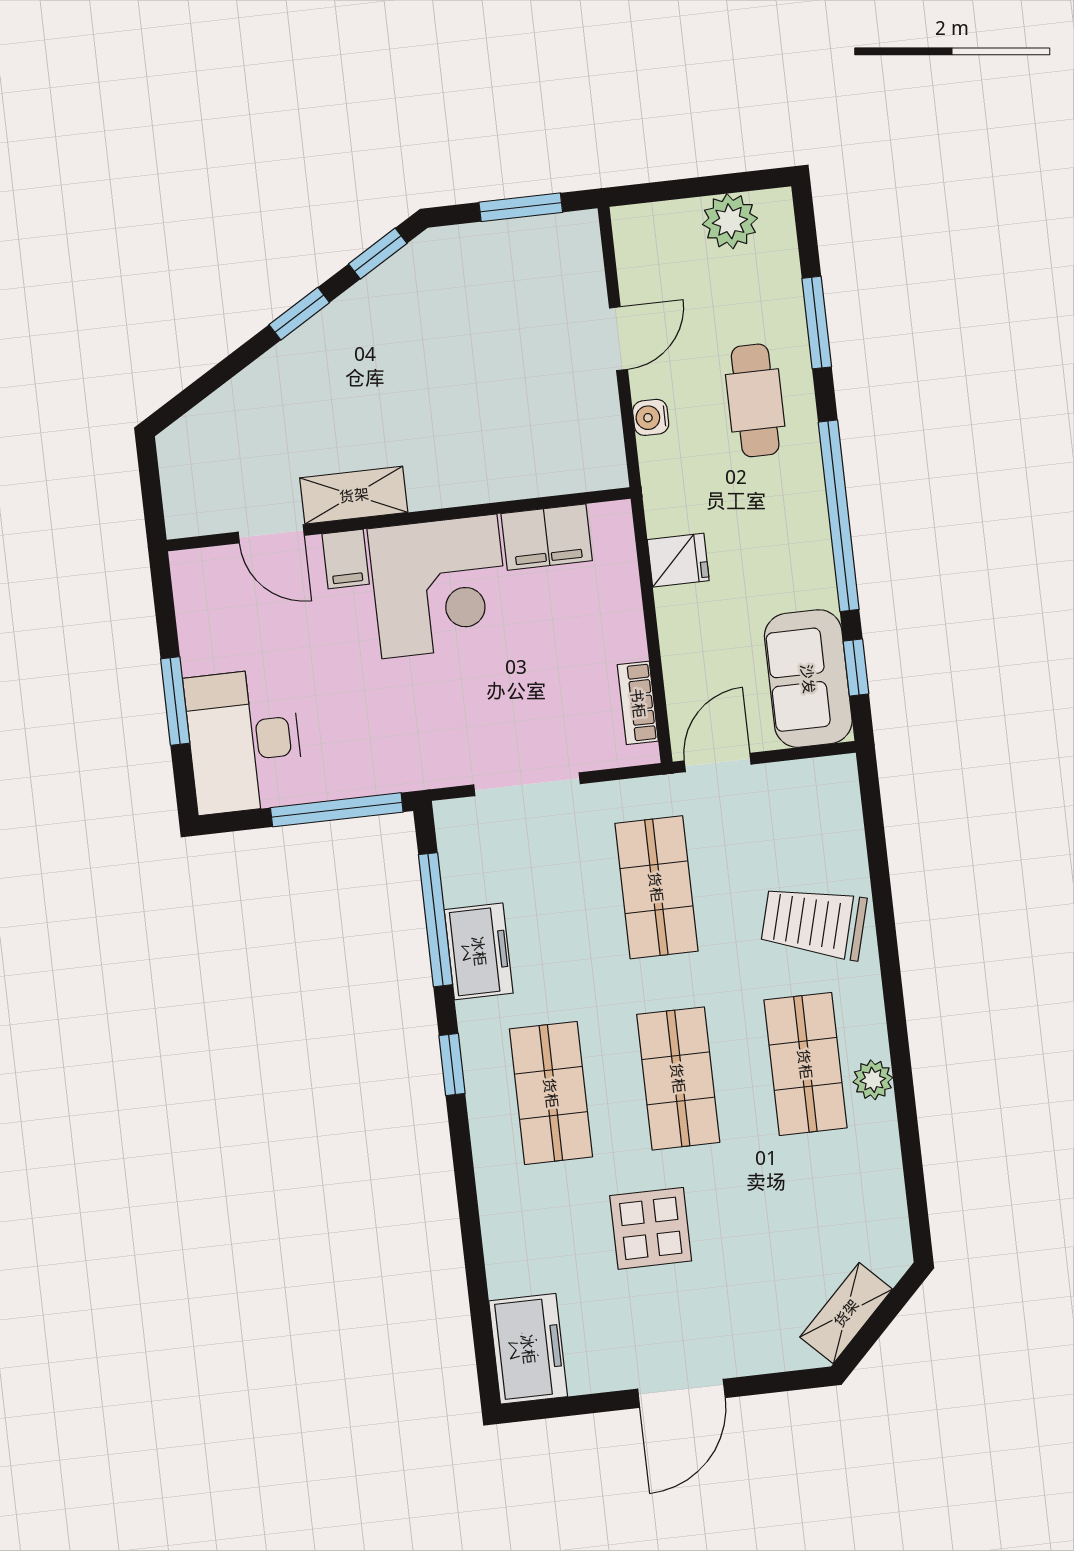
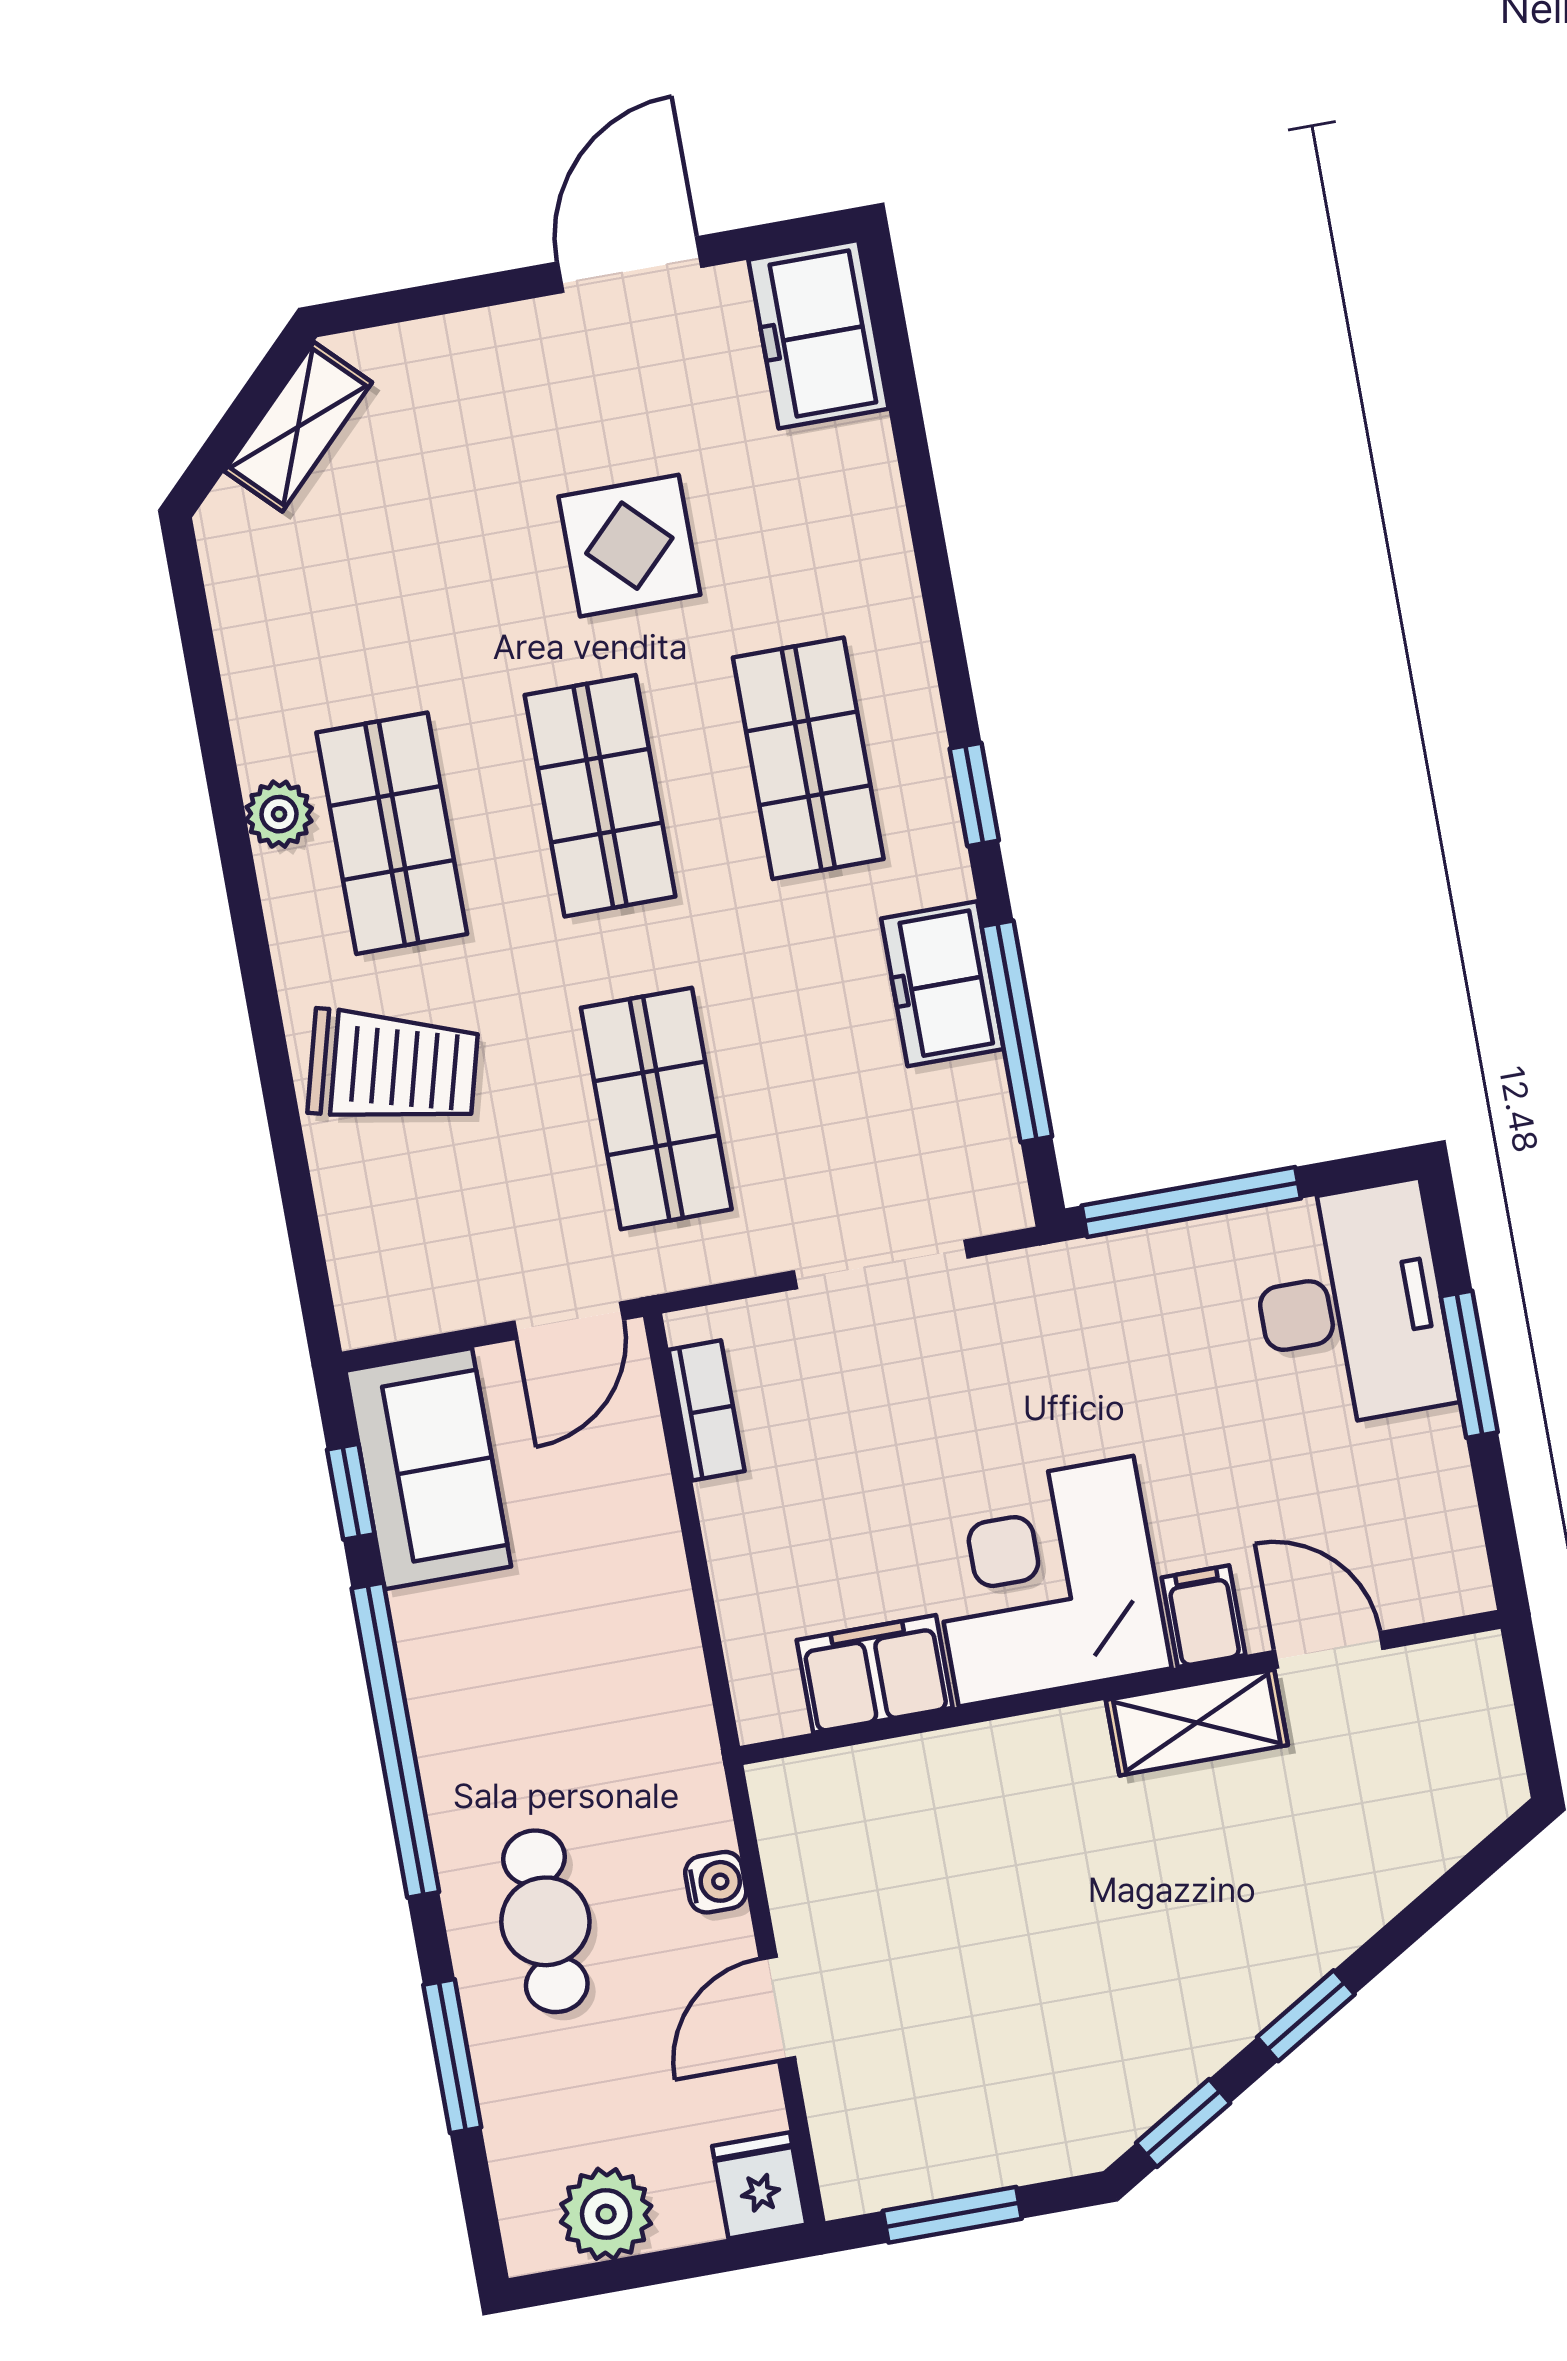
fridge: (678, 560) -> (759, 2185), moved, turned 90
door: (681, 1393) -> (630, 265), moved

